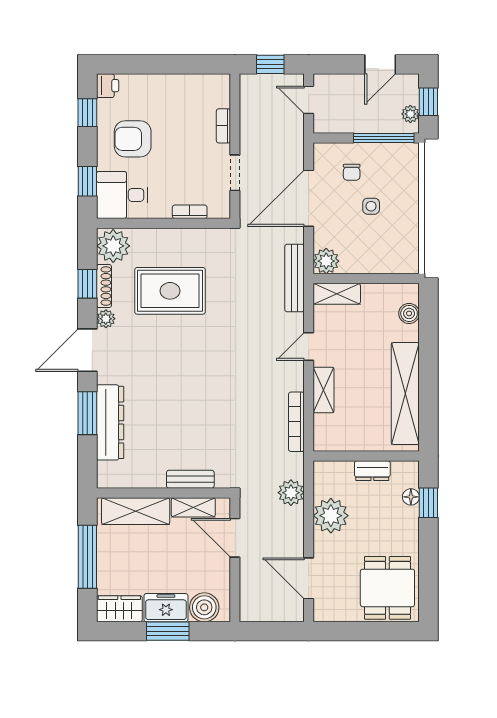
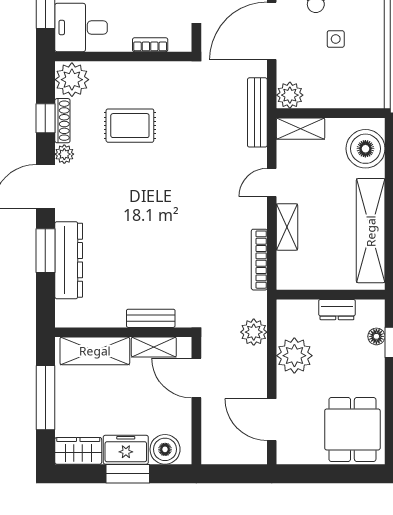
rug: (170, 291) -> (130, 126), width x0.73, depth x0.70
boiler: (409, 313) -> (365, 149), width x1.86, depth x1.86

